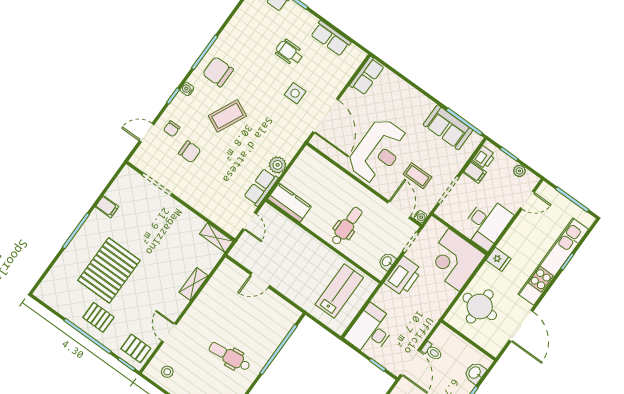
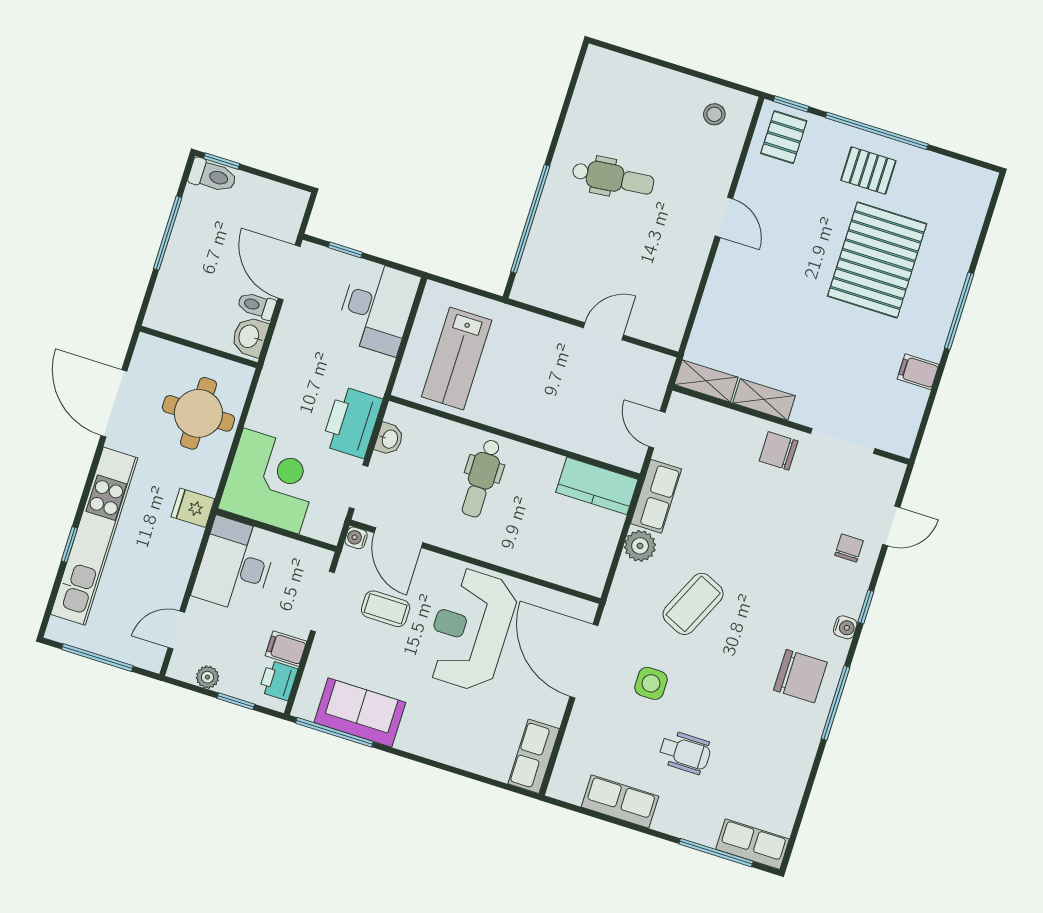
coffee table: (227, 116) -> (693, 604), moved
chair: (190, 152) -> (779, 451), moved
shelving: (194, 284) -> (764, 399), moved, turned 90
door: (169, 333) -> (724, 217), moved
pallet: (136, 348) -> (784, 137), turned 90
washbasin: (475, 373) -> (250, 337), moved, turned 180

